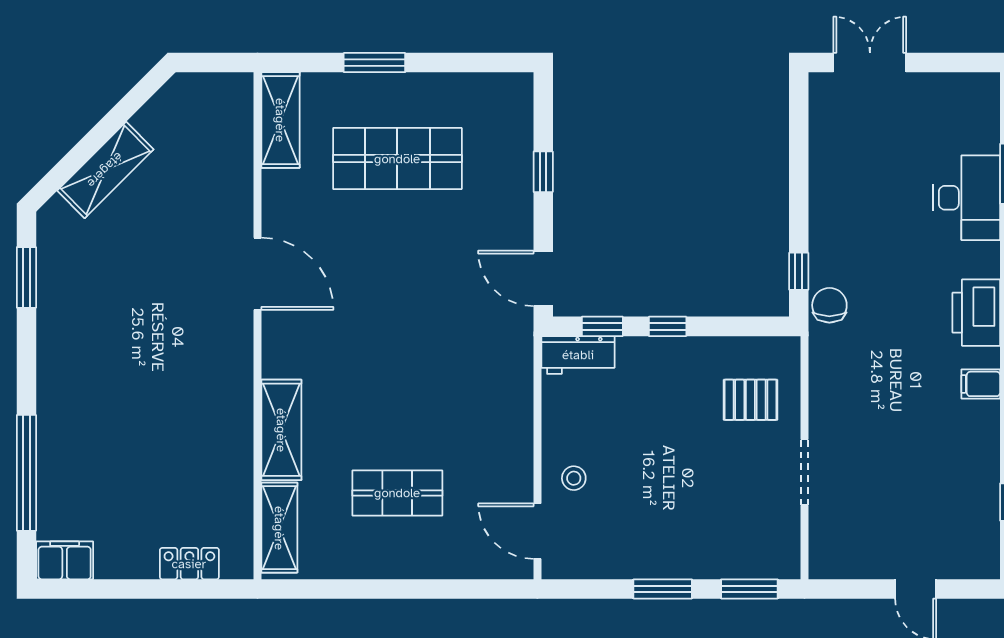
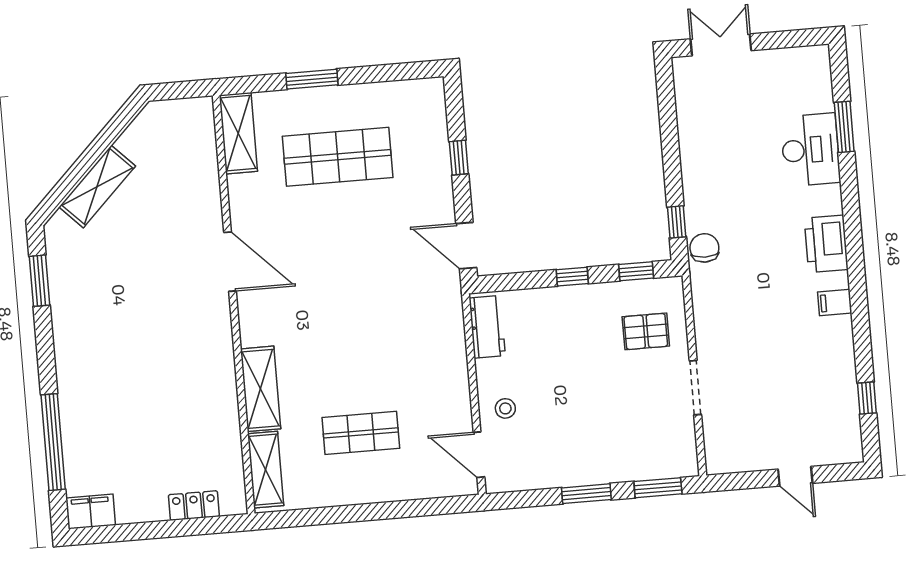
window: (602, 326) -> (636, 271), moved
workbench: (578, 355) -> (487, 327), moved, turned -90

